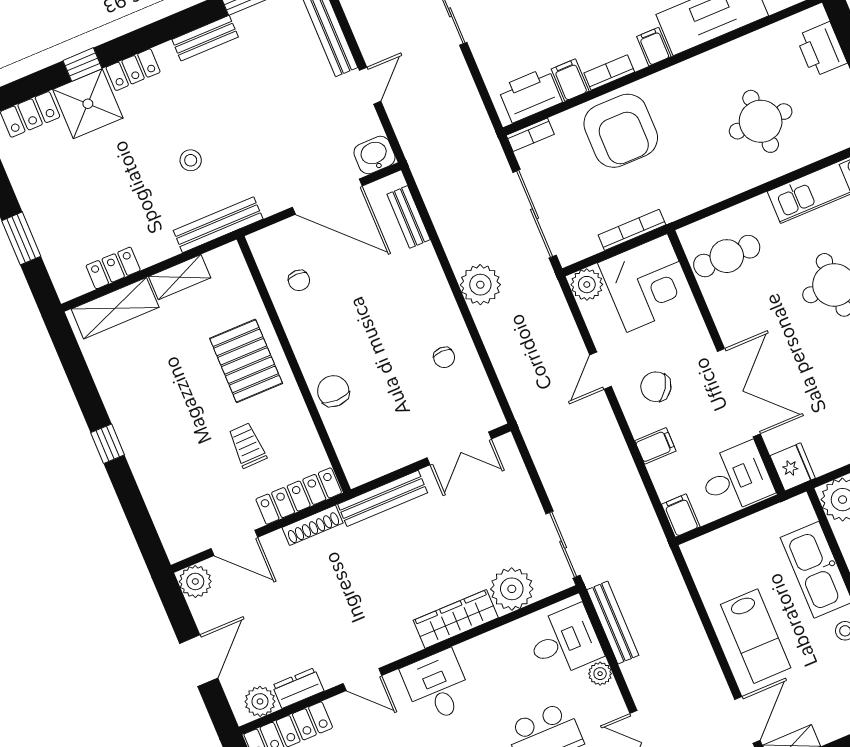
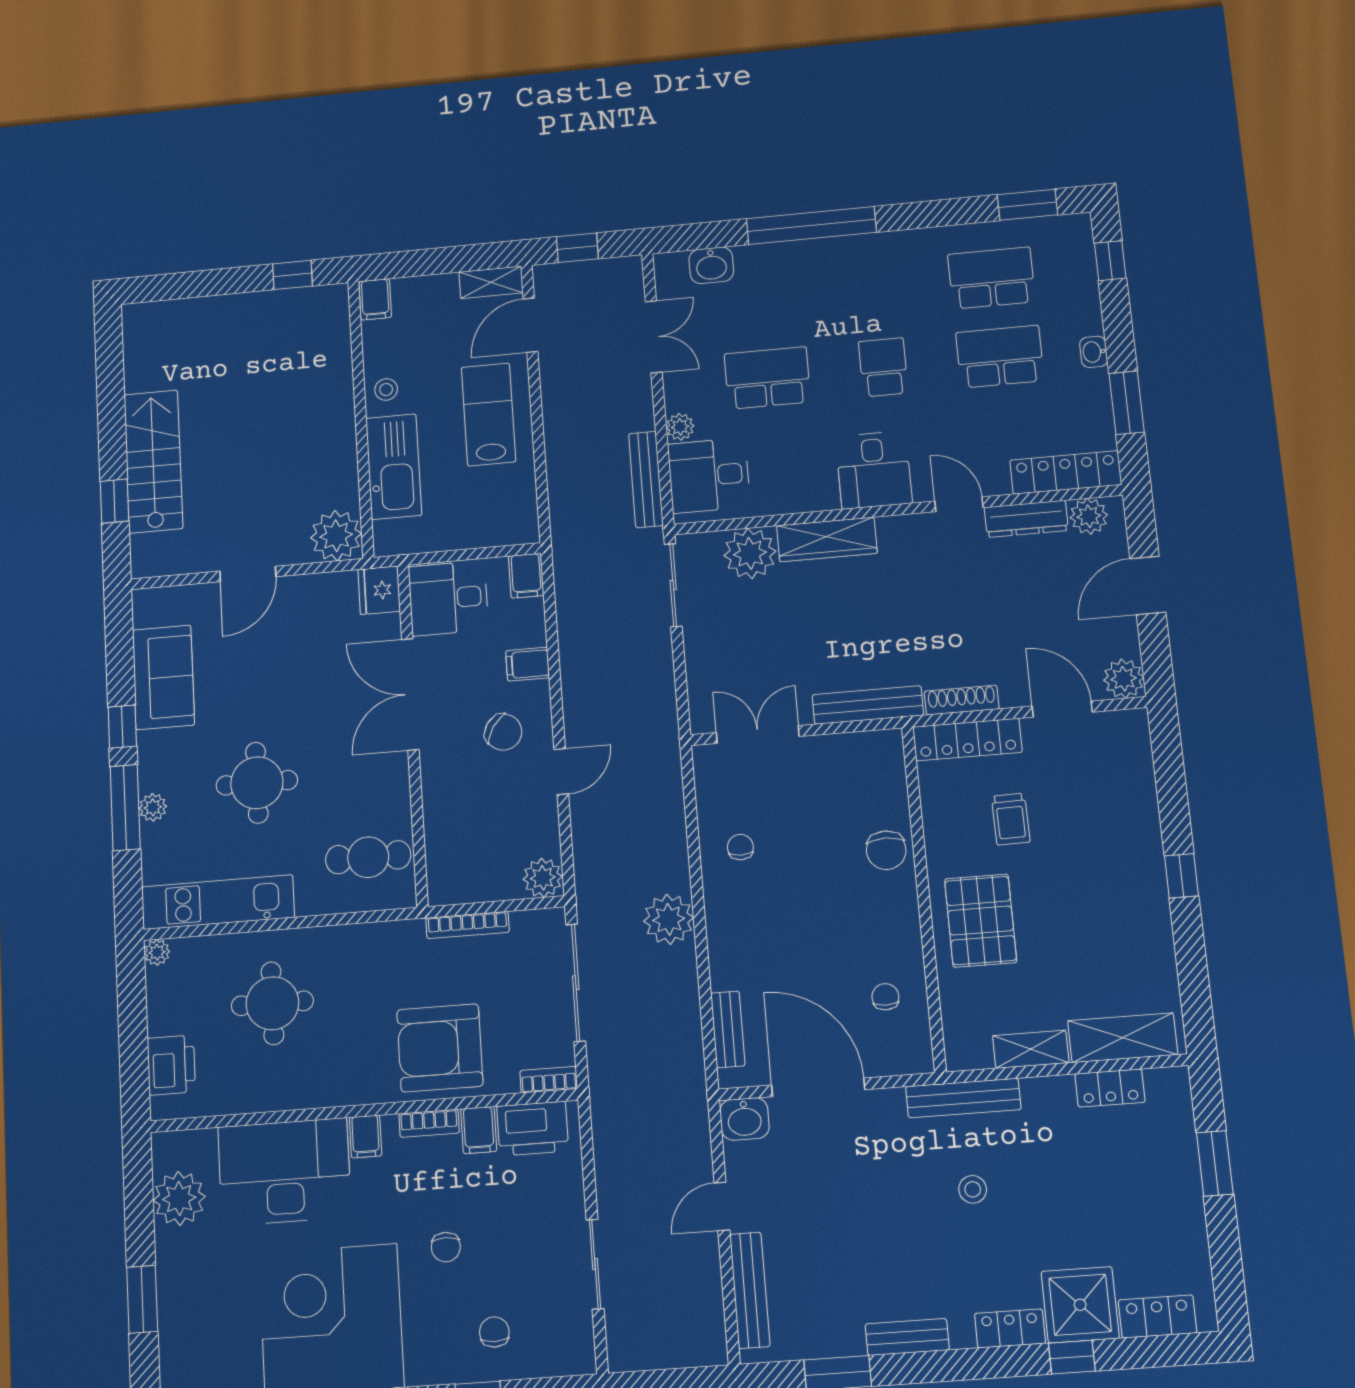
armchair: (621, 131) -> (440, 1048), turned -90
corner desk: (647, 283) -> (472, 856), removed
dresser: (298, 688) -> (1026, 519), width x1.44

